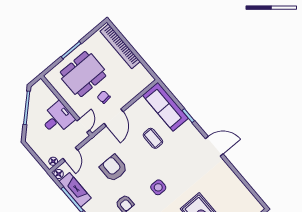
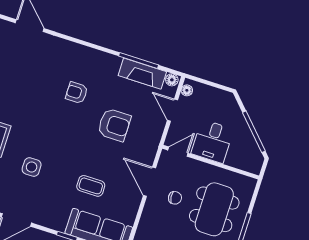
door: (83, 126) -> (178, 152), swing flipped
side table: (158, 187) -> (32, 167), moved

